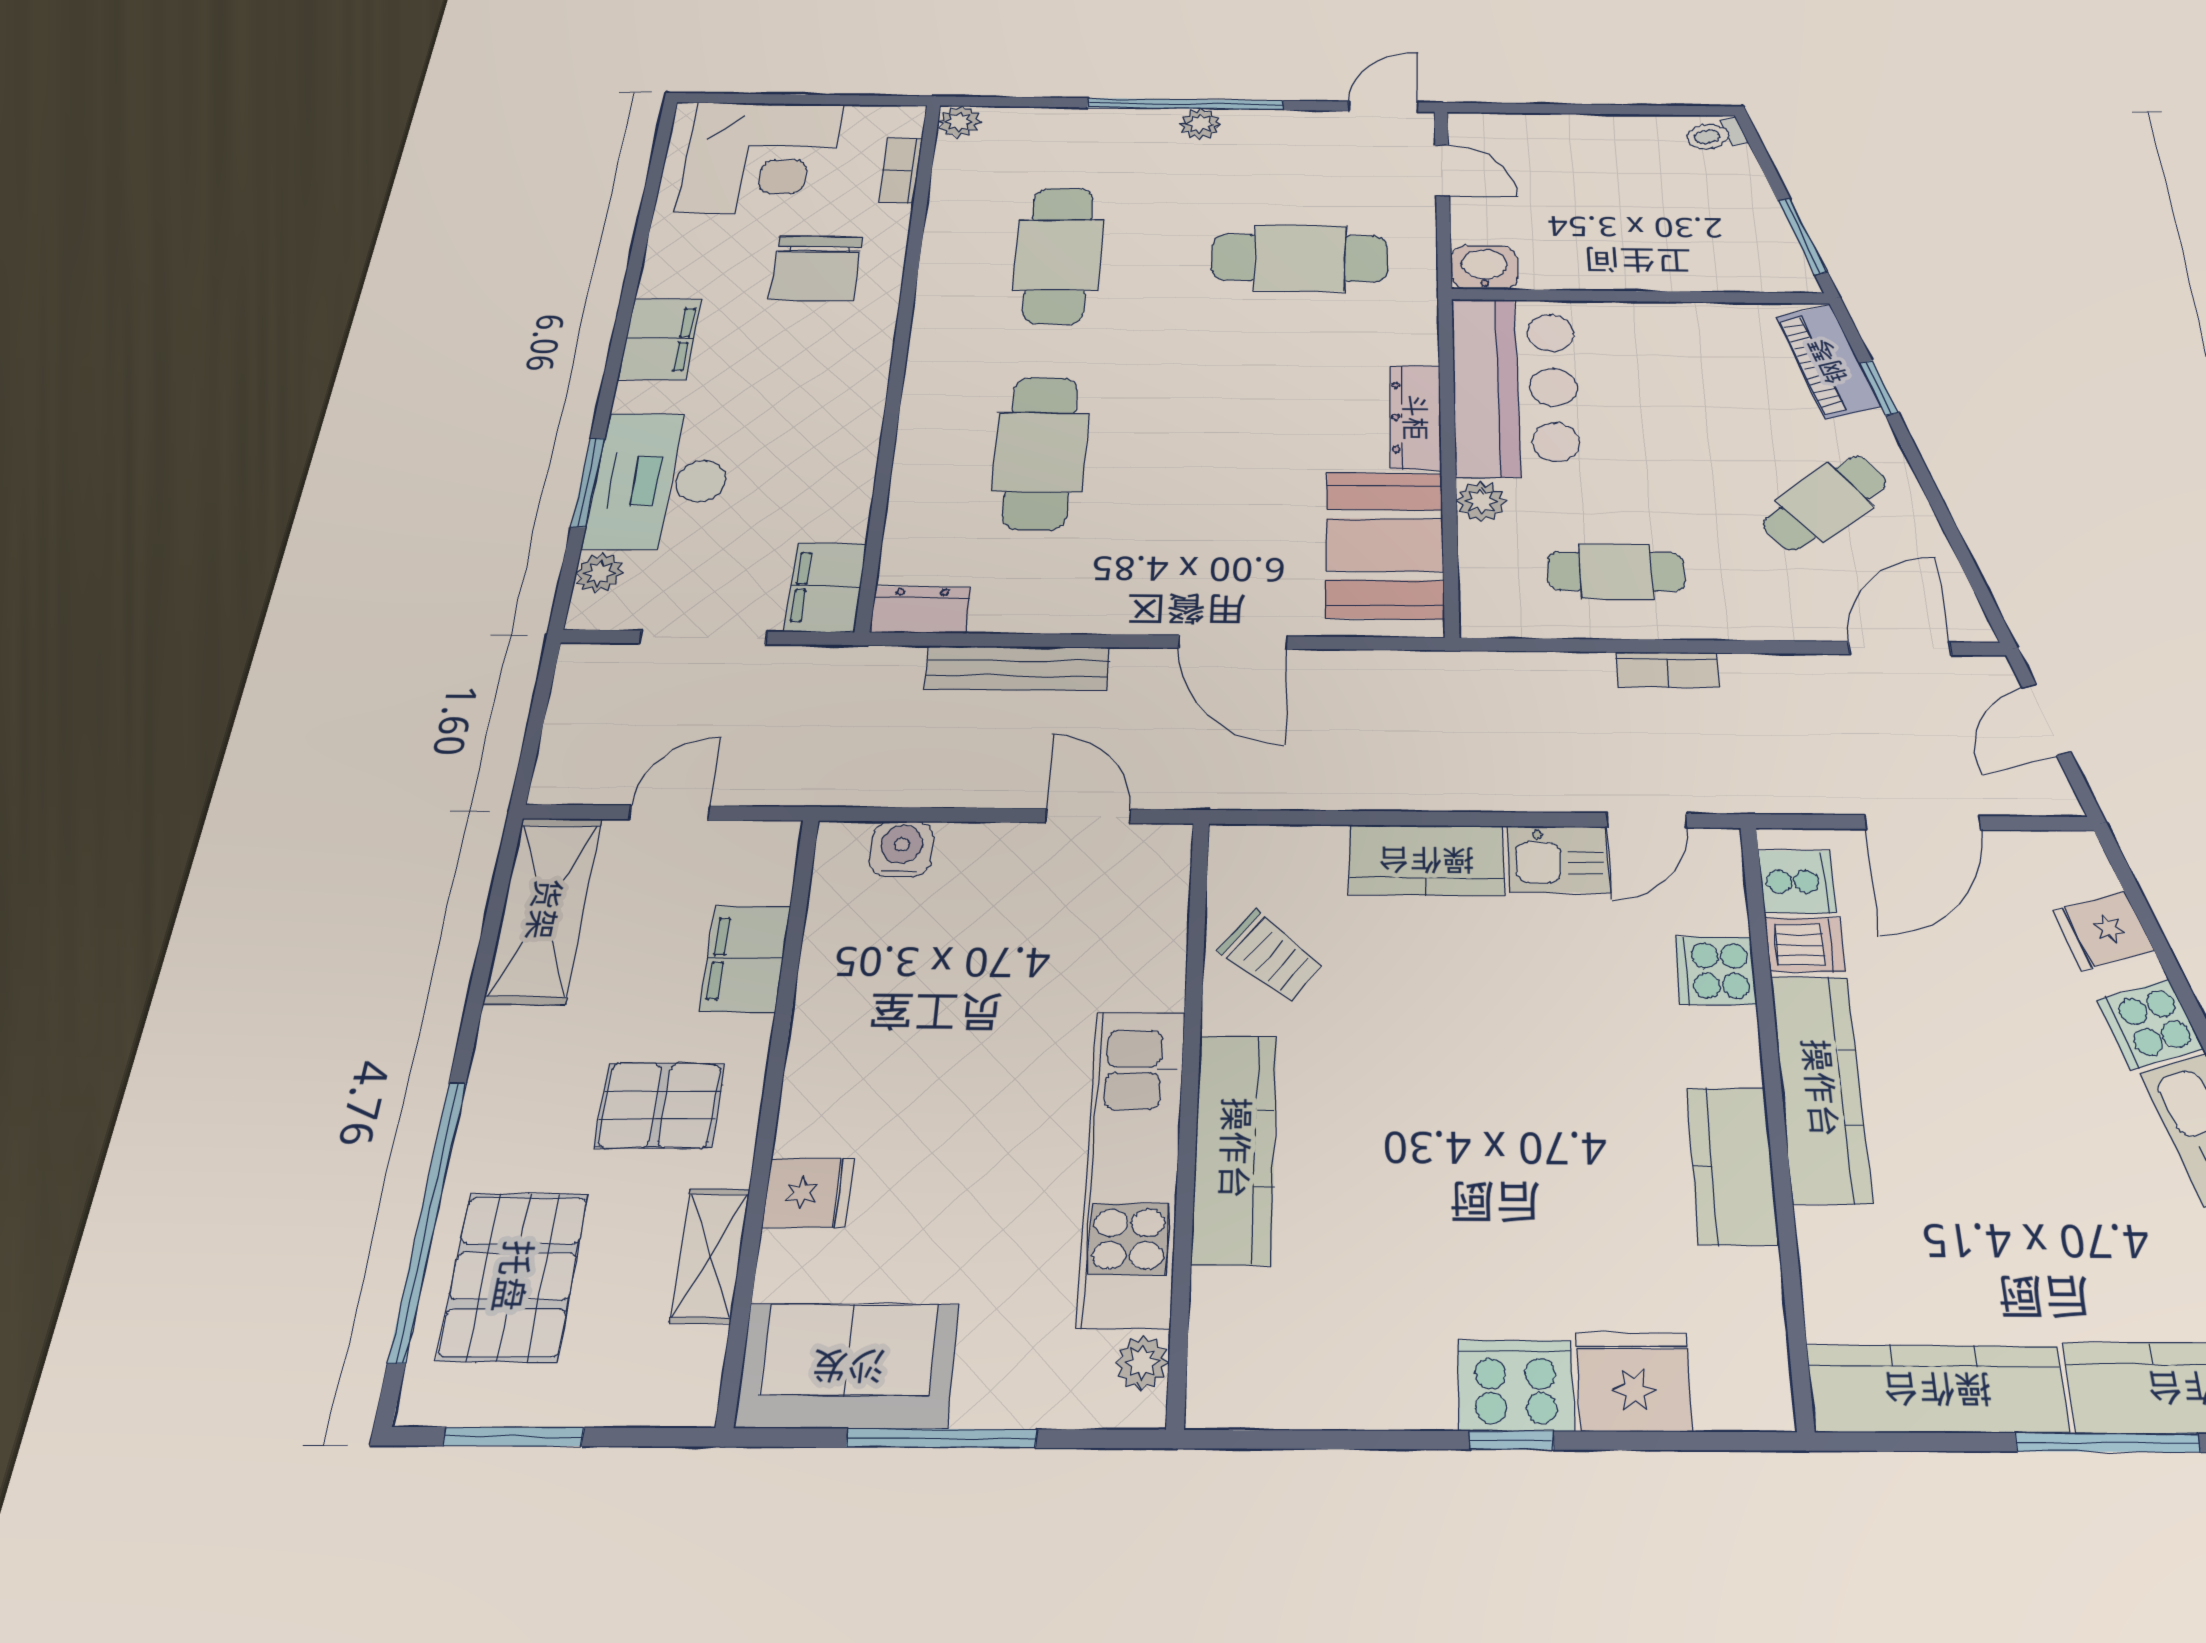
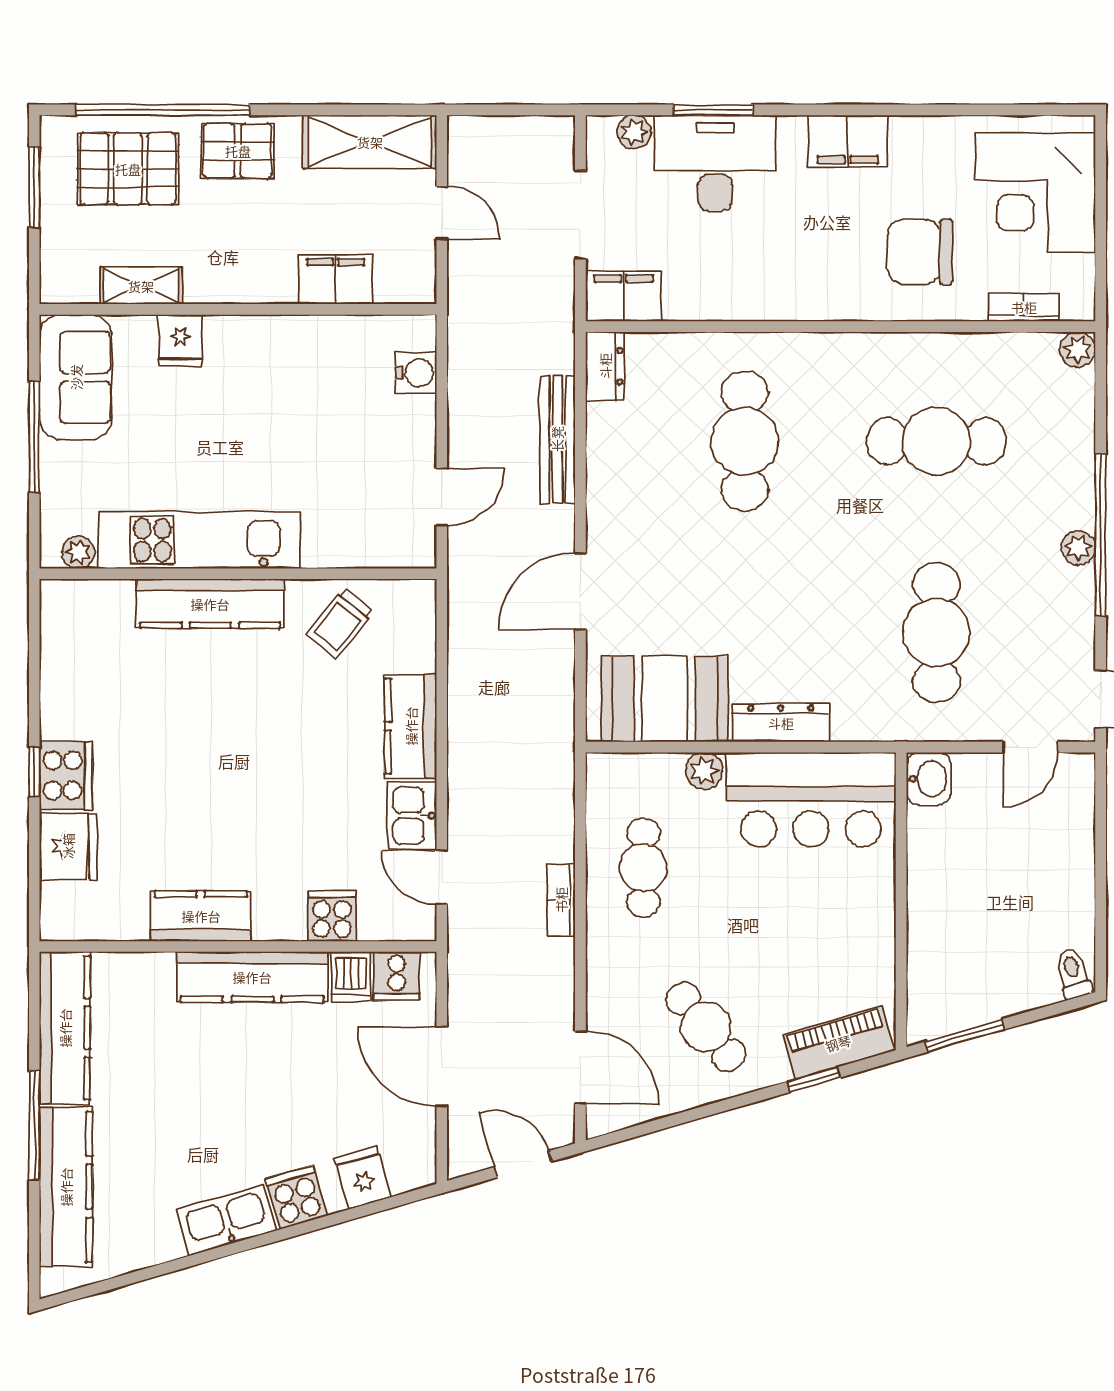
cafe table: (1040, 452) -> (745, 441), turned 90
pallet: (660, 1105) -> (238, 151), moved, turned 90

